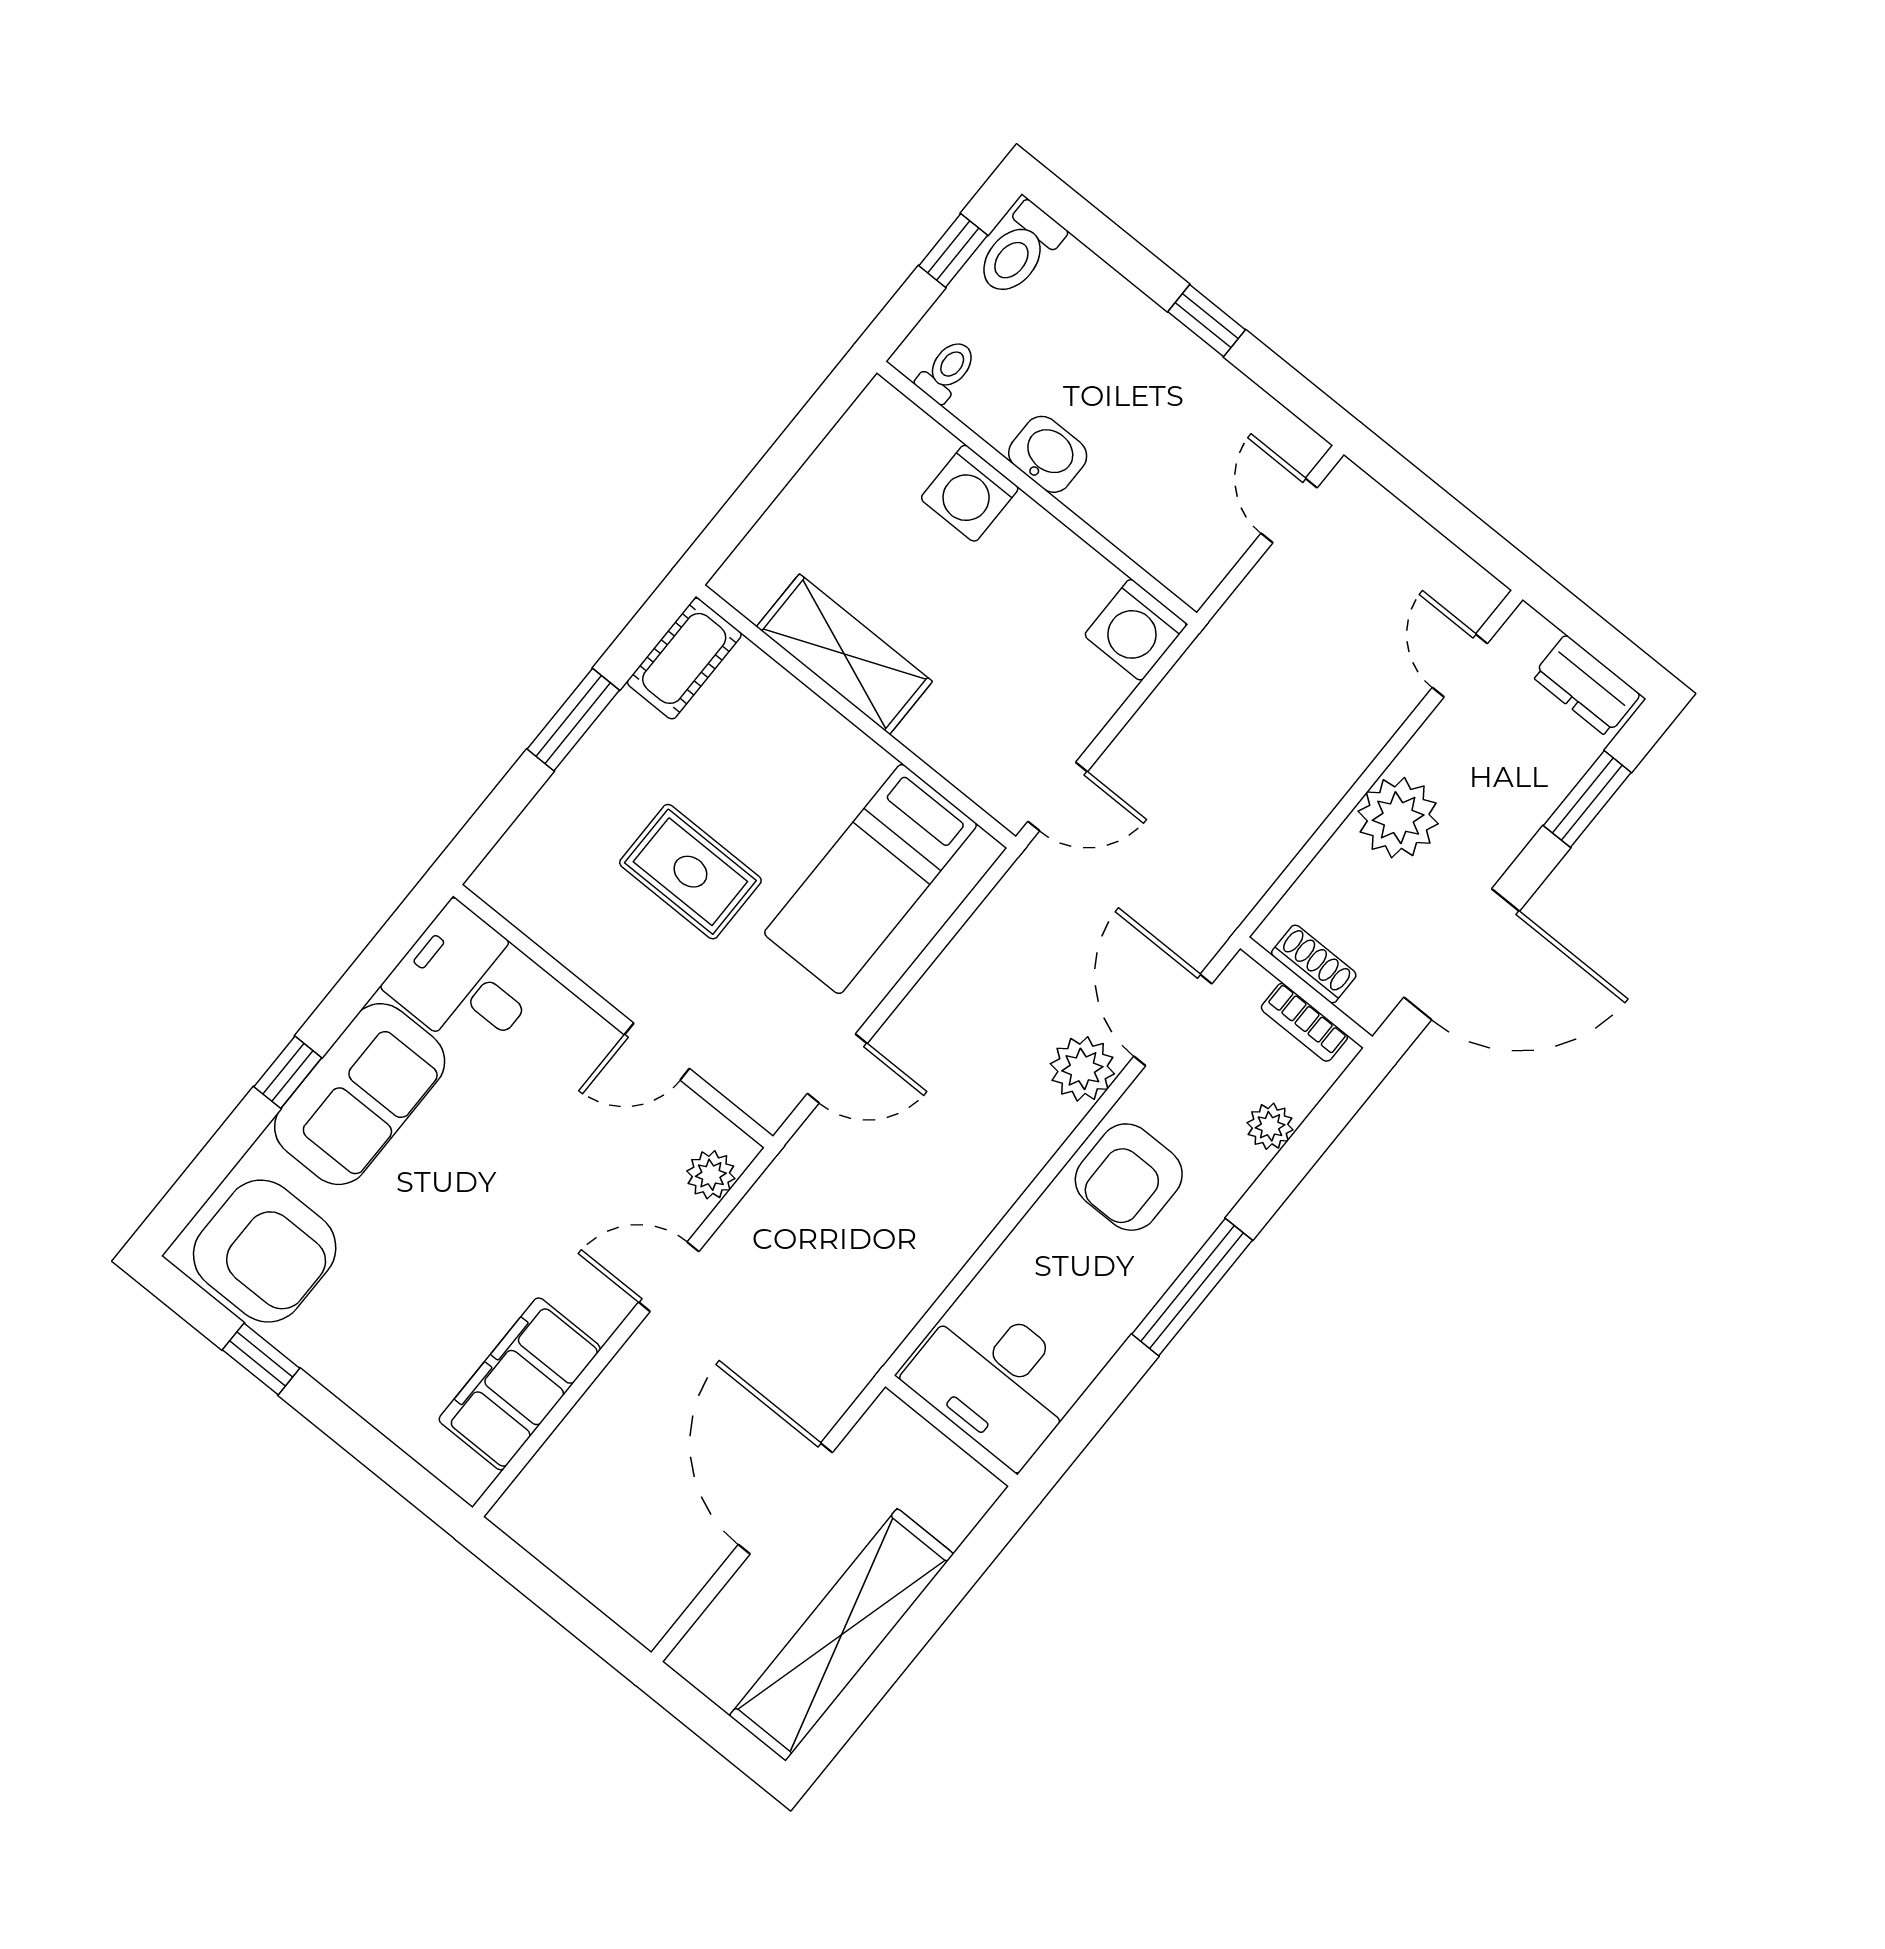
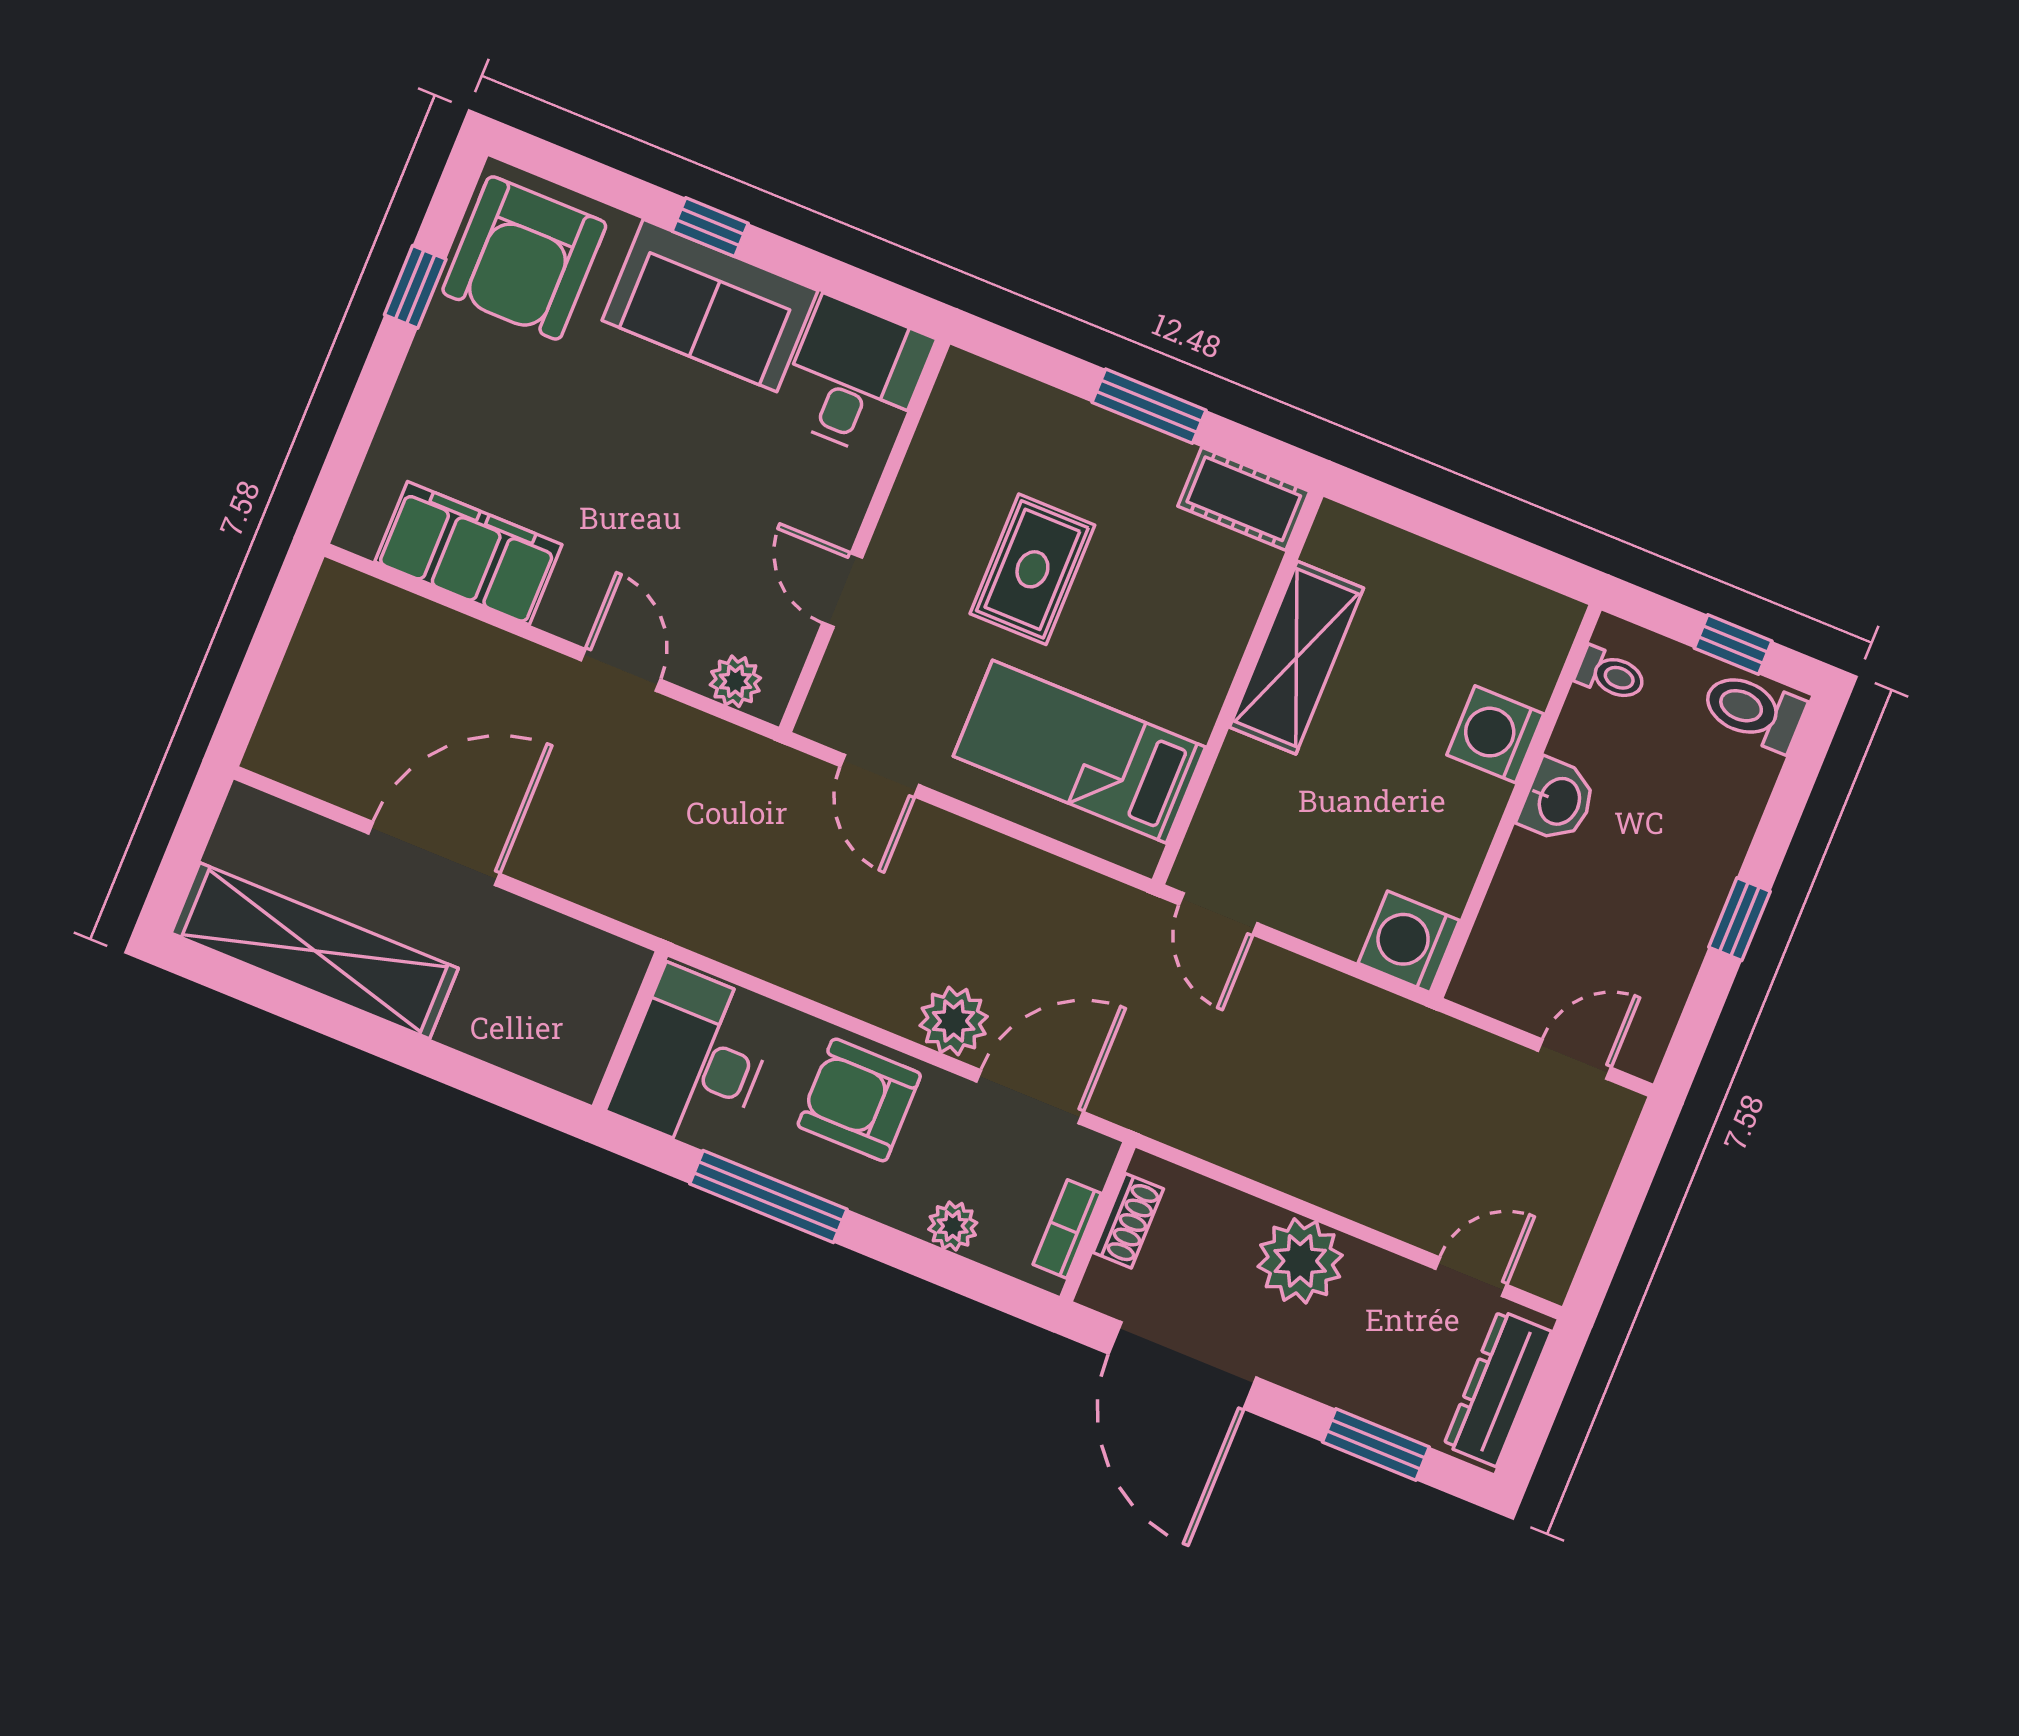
dresser: (1586, 685) -> (1498, 1388), width x1.44
desk: (996, 1380) -> (694, 1060), moved
wall: (951, 1431) -> (630, 1031), moved

